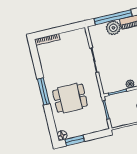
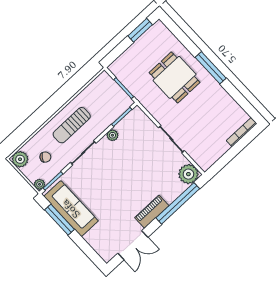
plant: (113, 28) -> (188, 174), moved
dining table: (70, 98) -> (175, 77), turned 90
floor lamp: (62, 135) -> (159, 28), removed

